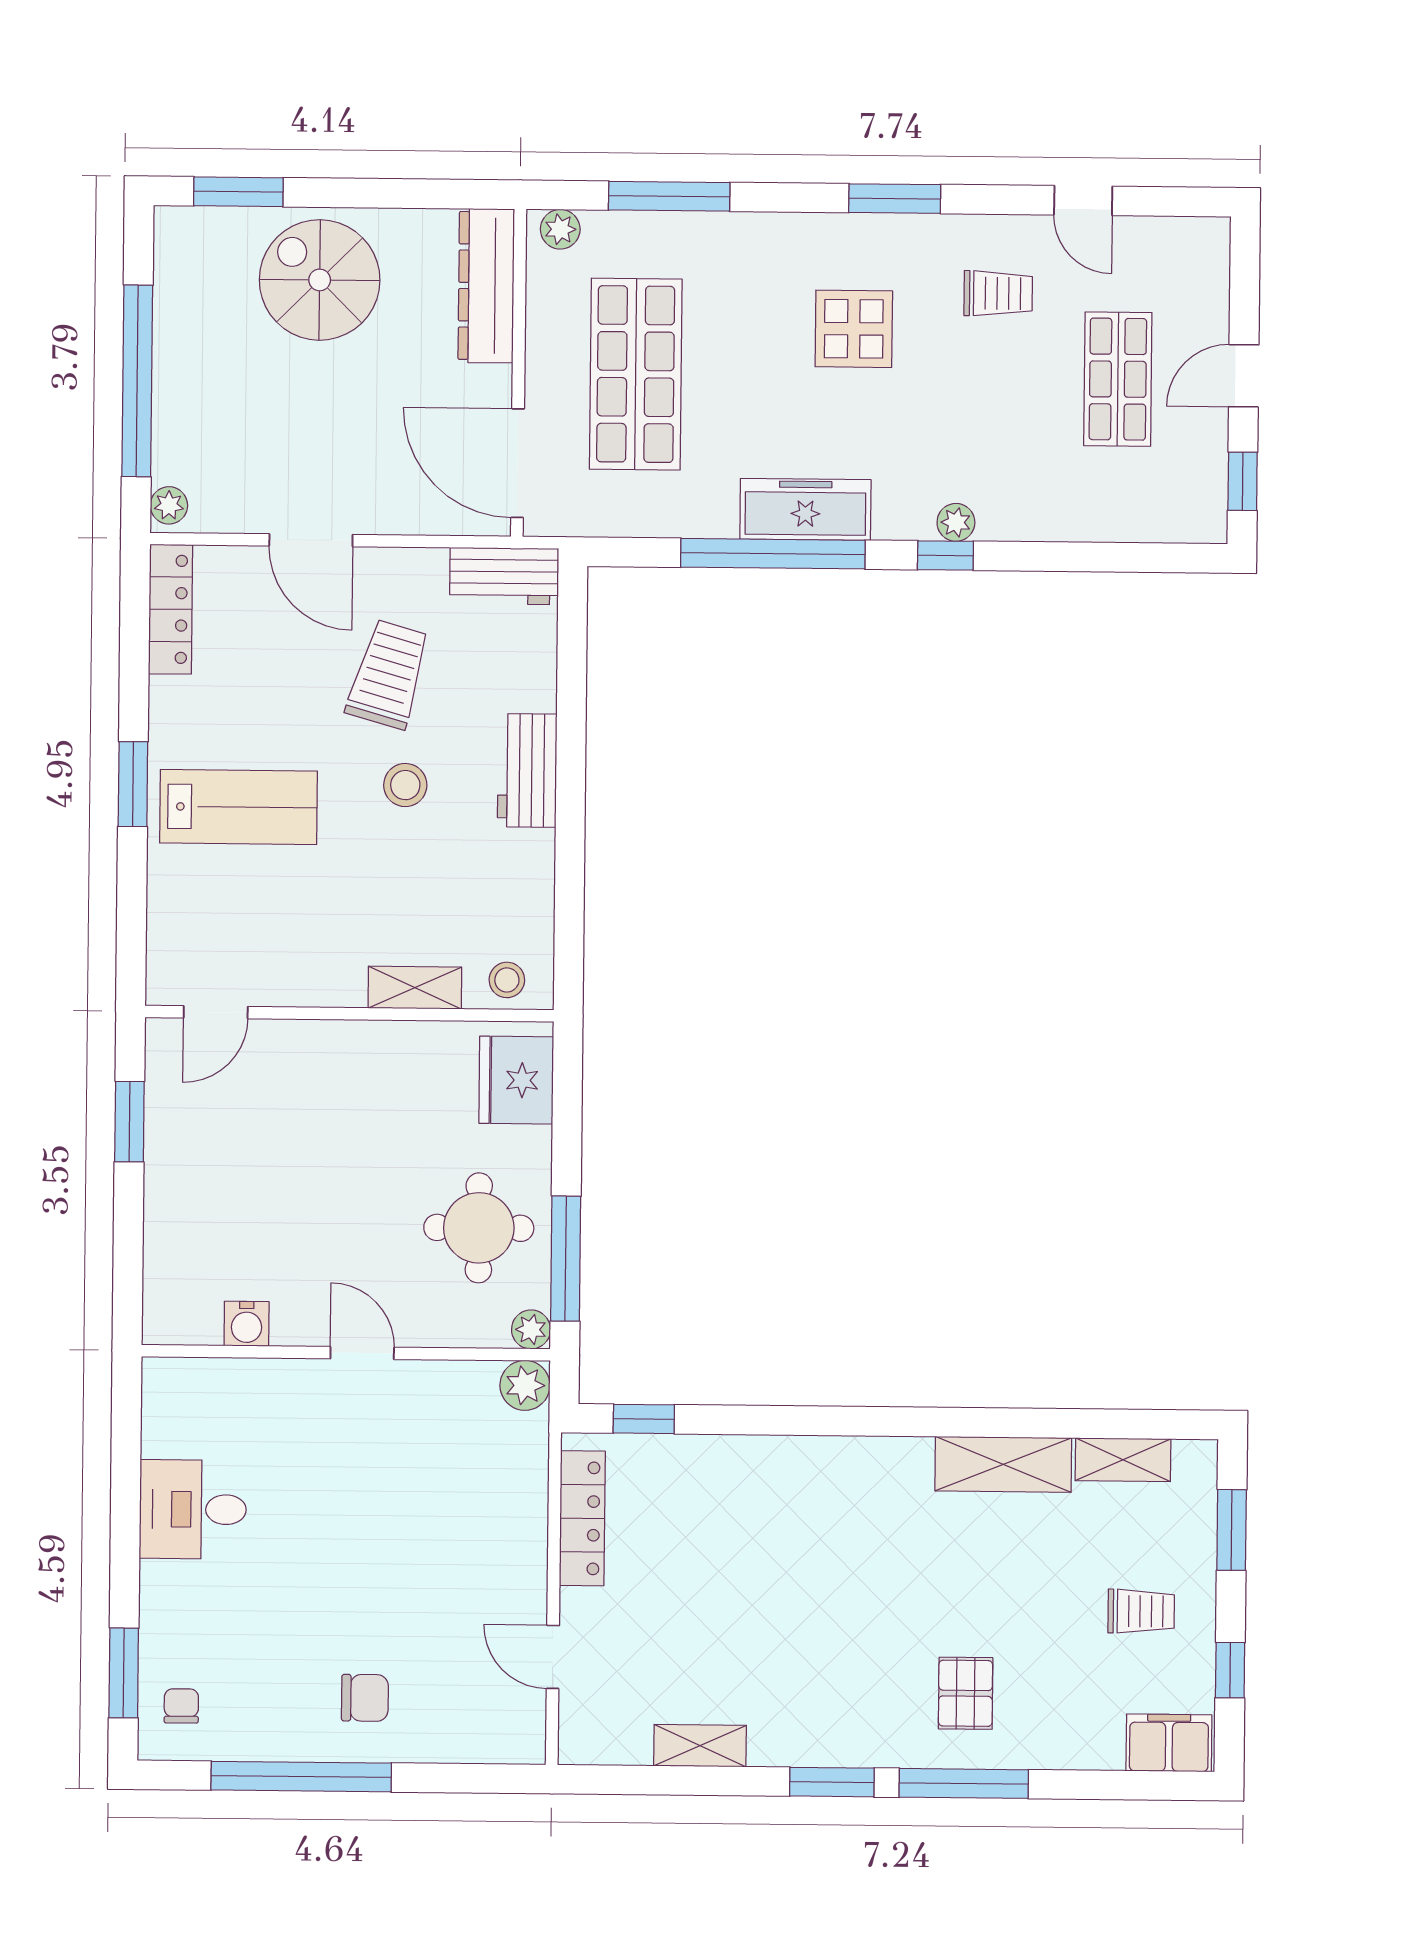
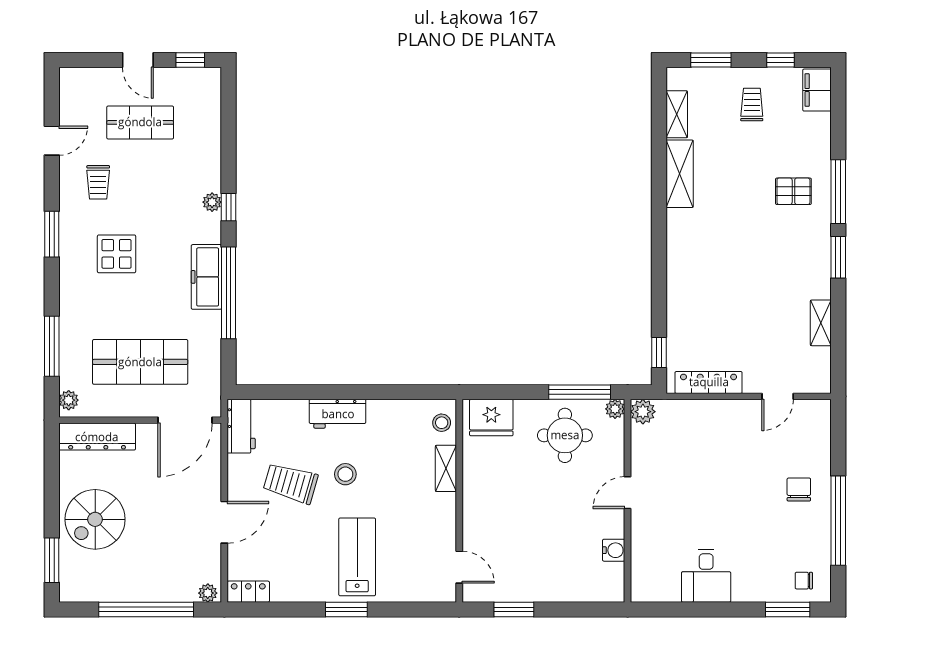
trolley: (998, 293) -> (98, 182), turned 180
locker: (171, 609) -> (248, 592), width x0.66

